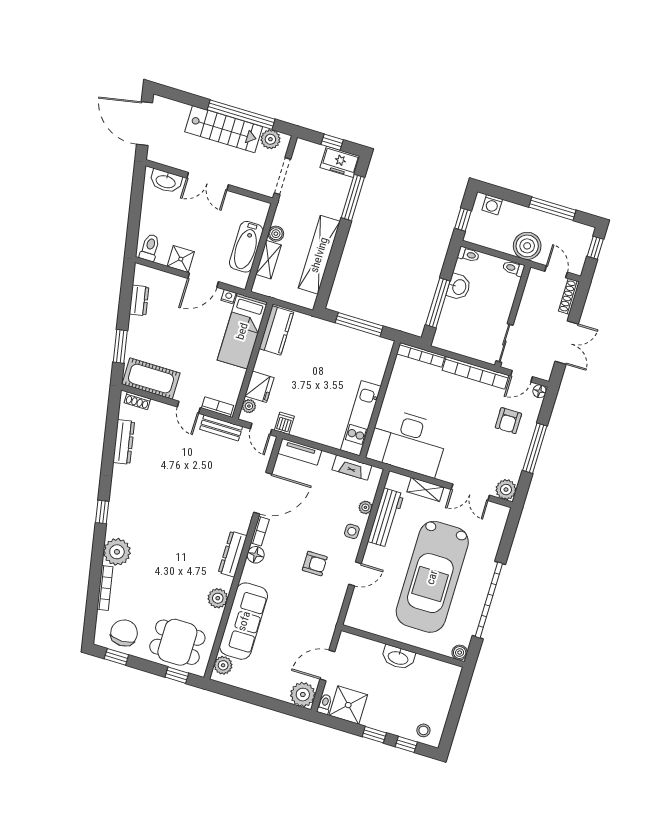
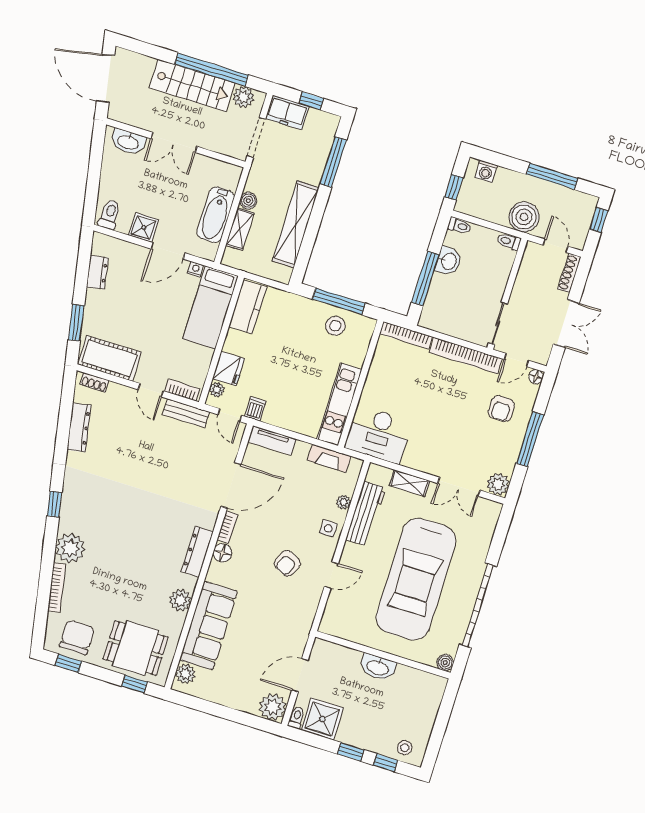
freezer: (340, 162) -> (287, 112), moved
stool: (356, 347) -> (335, 326), added
desk: (408, 442) -> (378, 435), width x0.73, depth x0.77
armchair: (315, 564) -> (287, 563), turned 113

